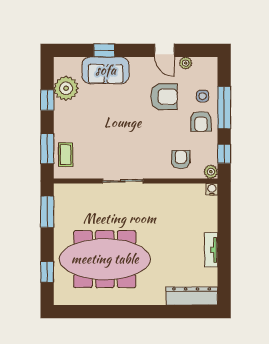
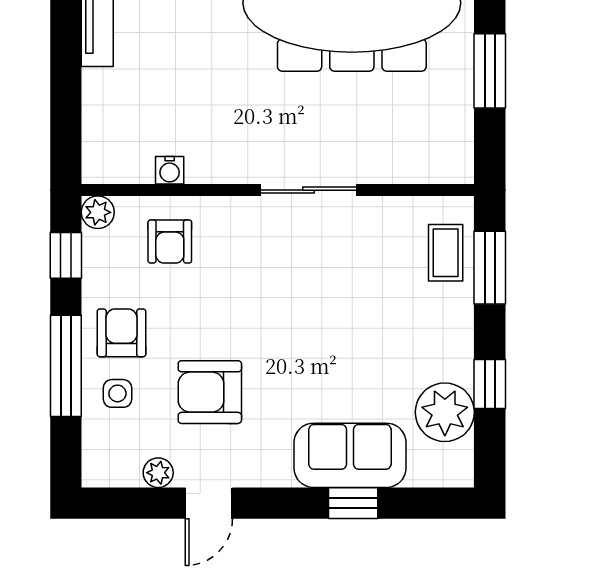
door: (164, 50) -> (209, 503), swing flipped
water cooler: (212, 189) -> (170, 170), moved
window: (47, 212) -> (490, 71), moved

